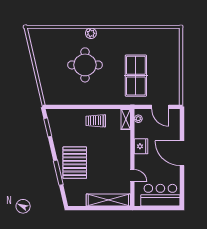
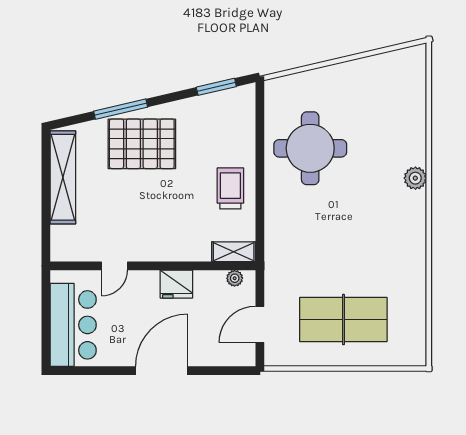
round table: (85, 65) -> (310, 148), moved
table tennis table: (136, 76) -> (343, 320), moved
shelving: (108, 200) -> (63, 177), moved

